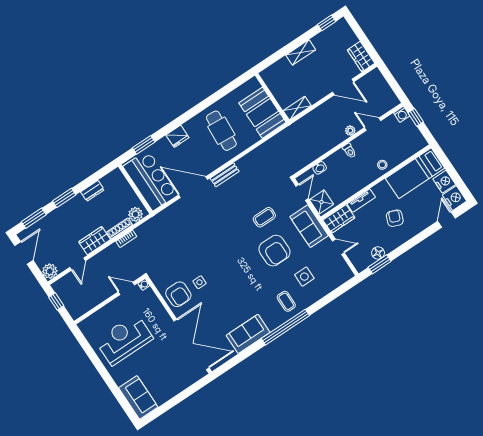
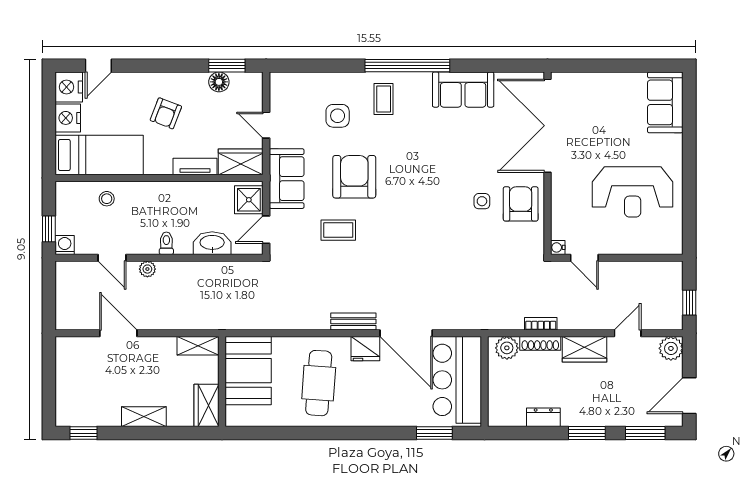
wardrobe: (361, 57) -> (206, 405), moved, turned 180
fridge: (177, 136) -> (365, 349), moved, turned 180
stool: (382, 165) -> (107, 199), moved
washbasin: (320, 168) -> (212, 243), width x1.91, depth x1.45

